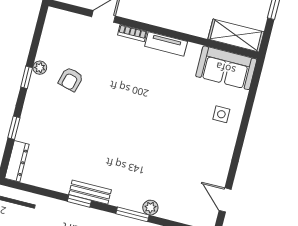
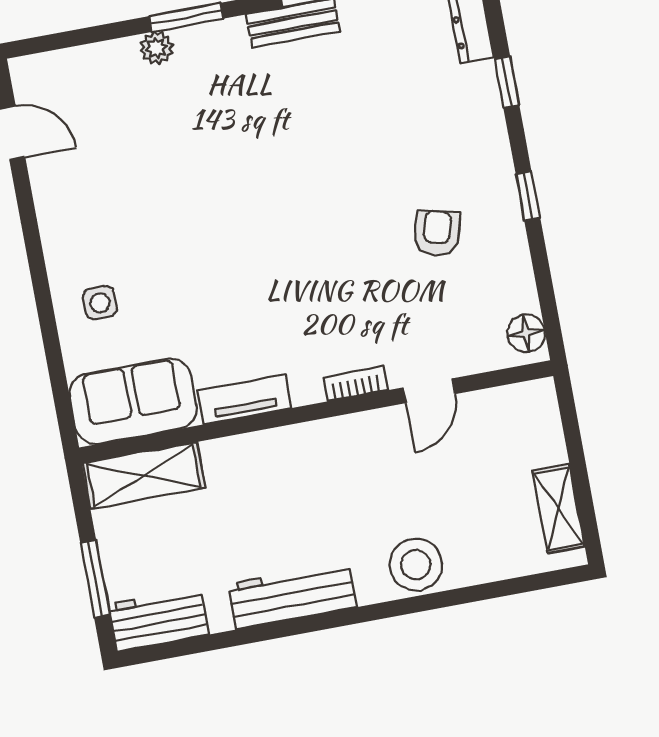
floor lamp: (53, 22) -> (526, 333), added
tv unit: (166, 44) -> (244, 399), moved
plant: (40, 68) -> (510, 228), removed

